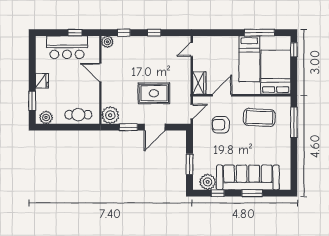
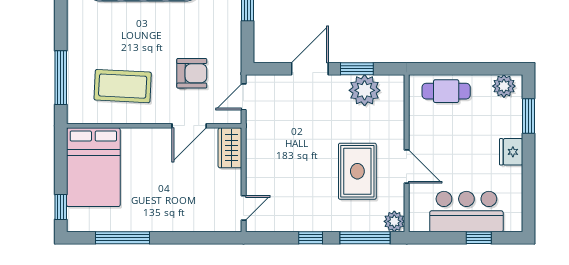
window: (75, 33) -> (479, 238), moved
window: (124, 33) -> (365, 238), width x2.17
bed: (249, 59) -> (140, 191), removed
rug: (154, 93) -> (357, 171), moved, turned 90
plant: (110, 115) -> (365, 90), moved

